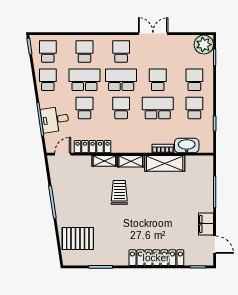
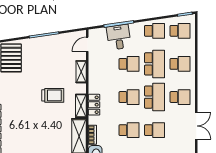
school desk: (158, 108) -> (129, 130), width x0.54
locker: (93, 147) -> (94, 105), moved, width x0.66
door: (63, 154) -> (87, 44), swing flipped
shelving: (104, 161) -> (81, 72), moved

